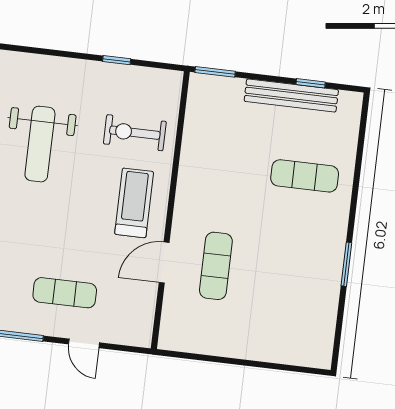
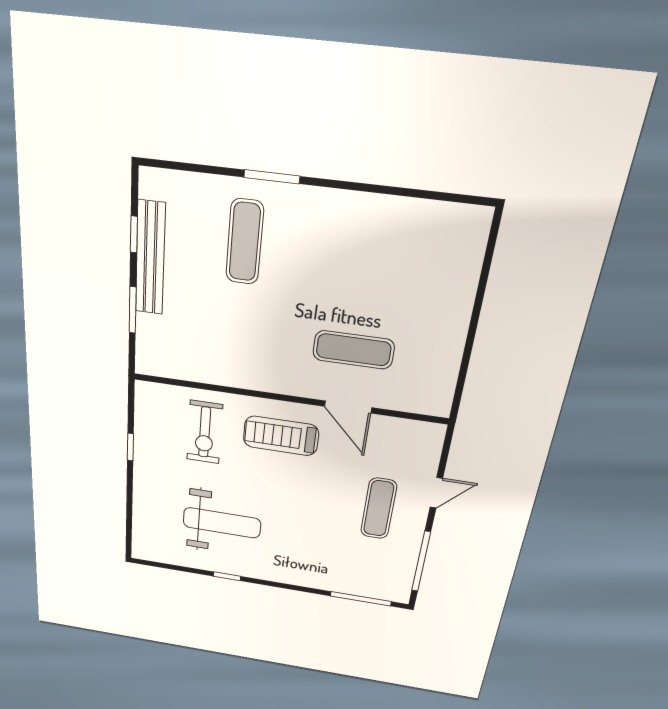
window: (215, 72) -> (133, 310), moved
window: (346, 264) -> (272, 177), moved

